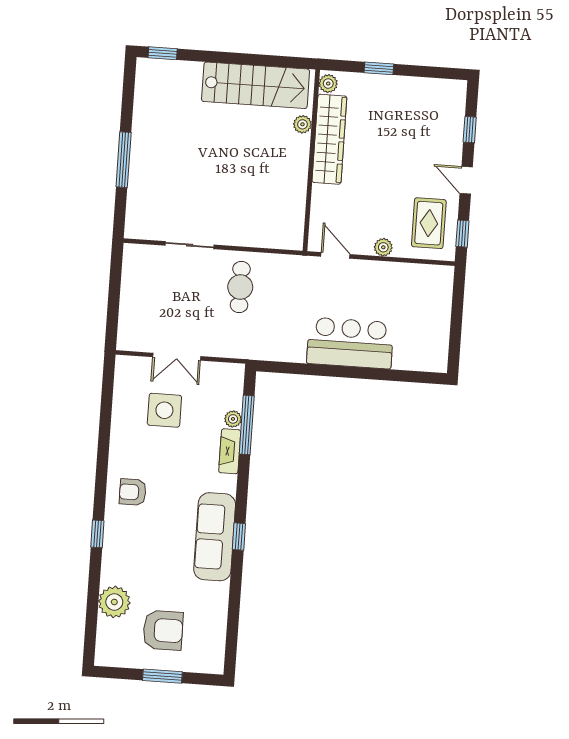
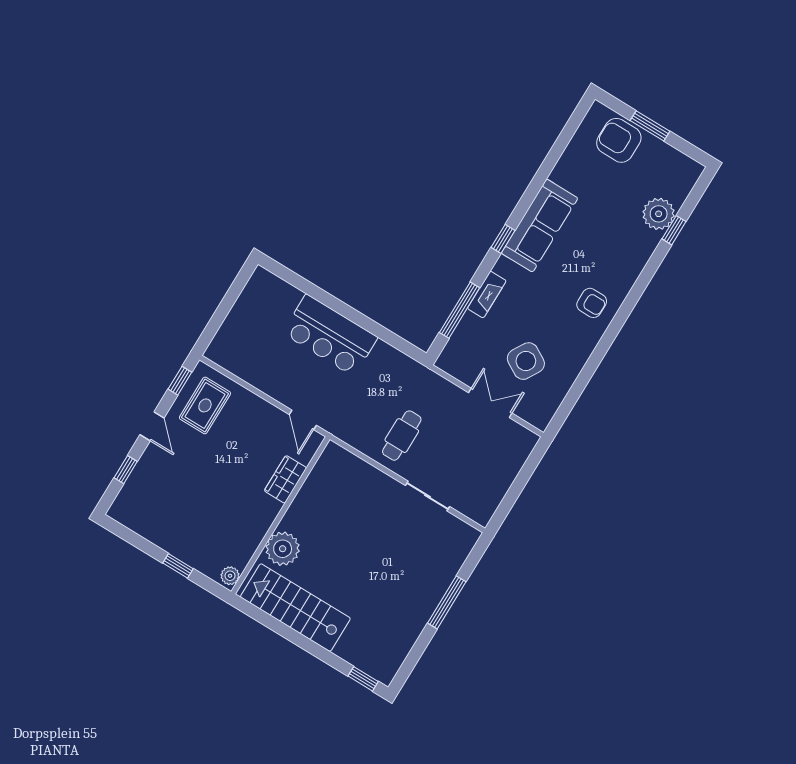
plant: (302, 124) -> (283, 549), width x1.88, depth x1.88
wardrobe: (329, 139) -> (285, 479), moved, width x0.48, depth x0.85
plant: (383, 247) -> (256, 405), removed
side table: (164, 410) -> (526, 361), turned 30
plant: (233, 419) -> (469, 322), removed
window: (97, 534) -> (674, 230), moved
window: (239, 537) -> (503, 239), moved
armchair: (163, 630) -> (619, 140), moved

